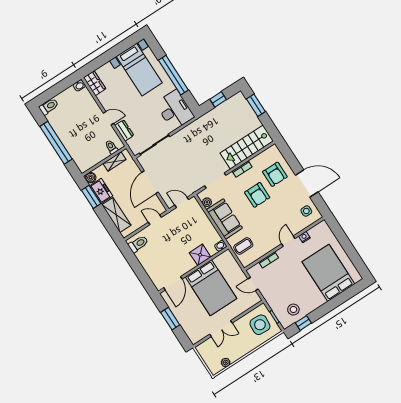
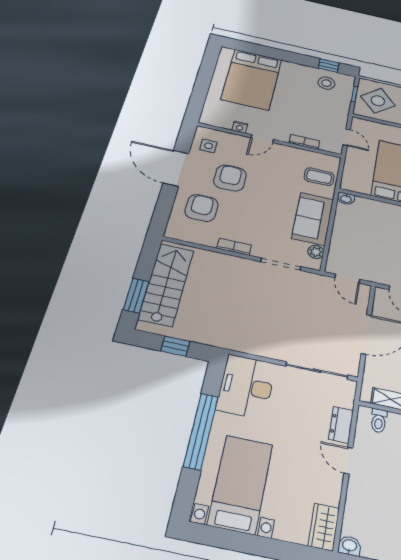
stairs: (247, 147) -> (166, 284), moved, turned -90
armchair: (257, 195) -> (230, 178), moved
shower: (200, 255) -> (380, 211), removed
side table: (260, 325) -> (378, 101), turned 45

